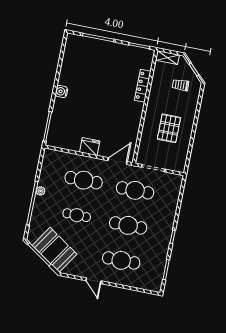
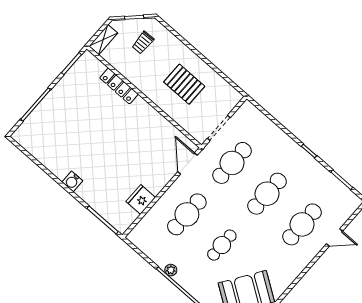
fridge: (90, 147) -> (141, 200), moved
door: (94, 281) -> (335, 238), moved

